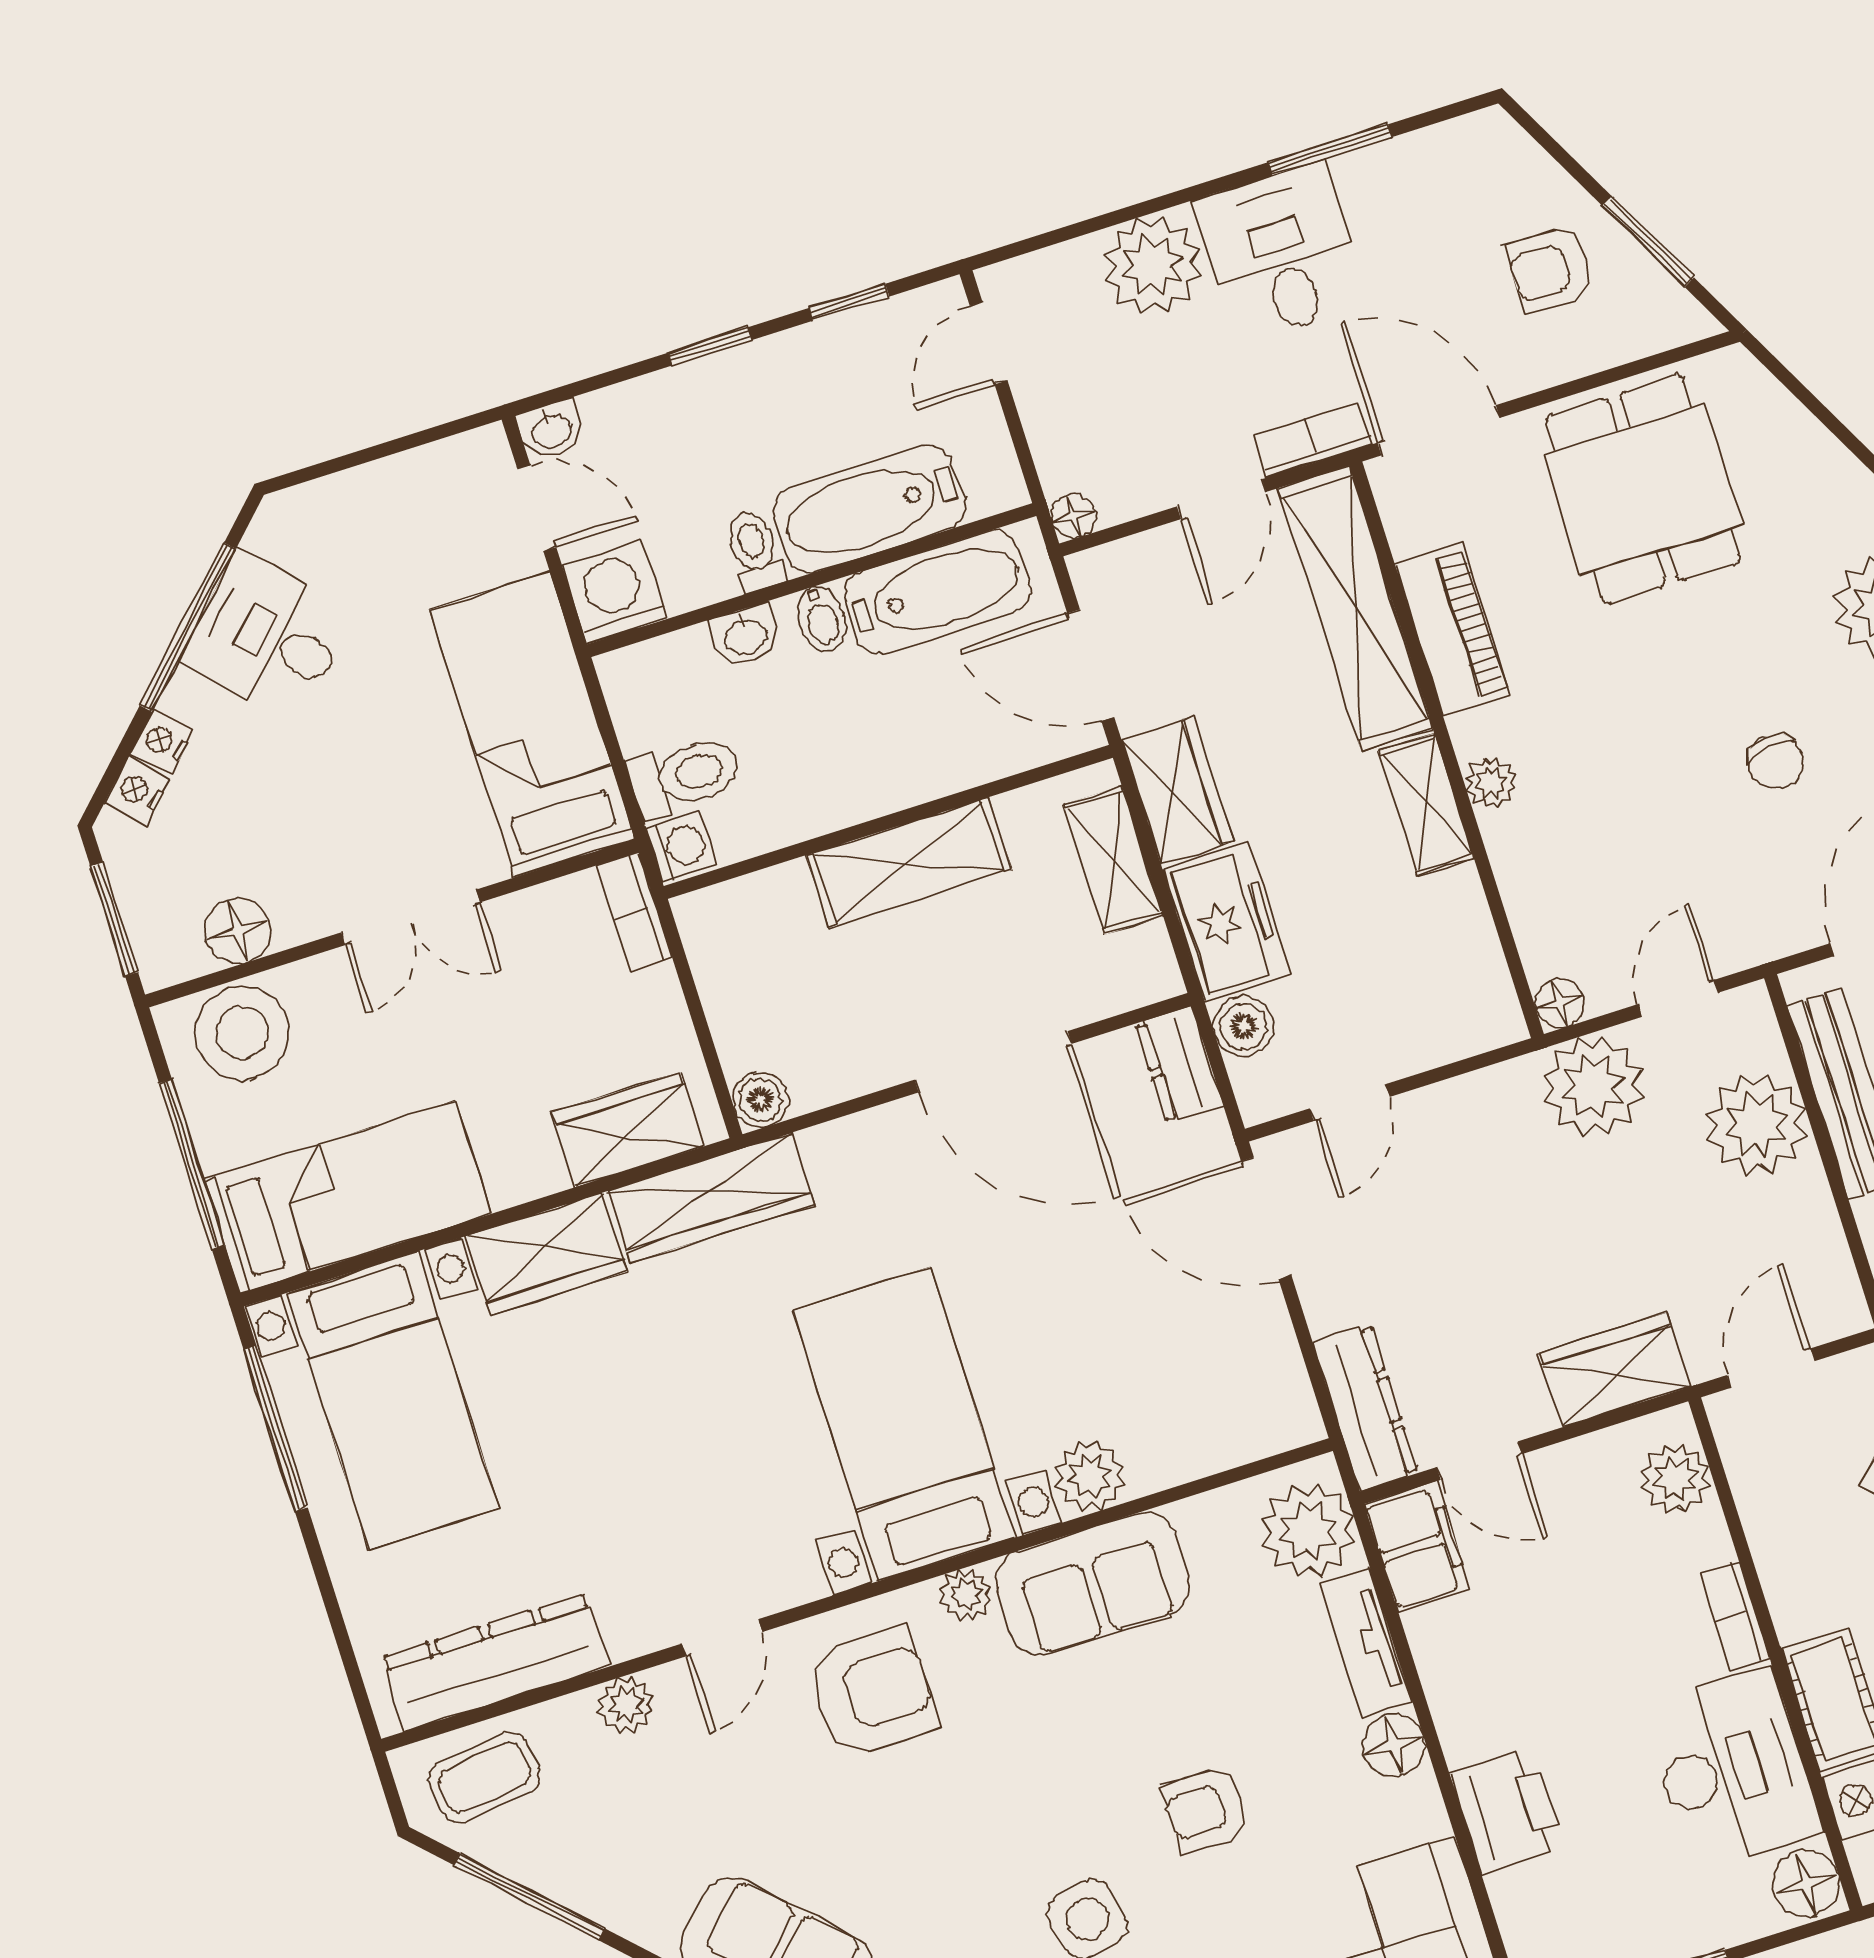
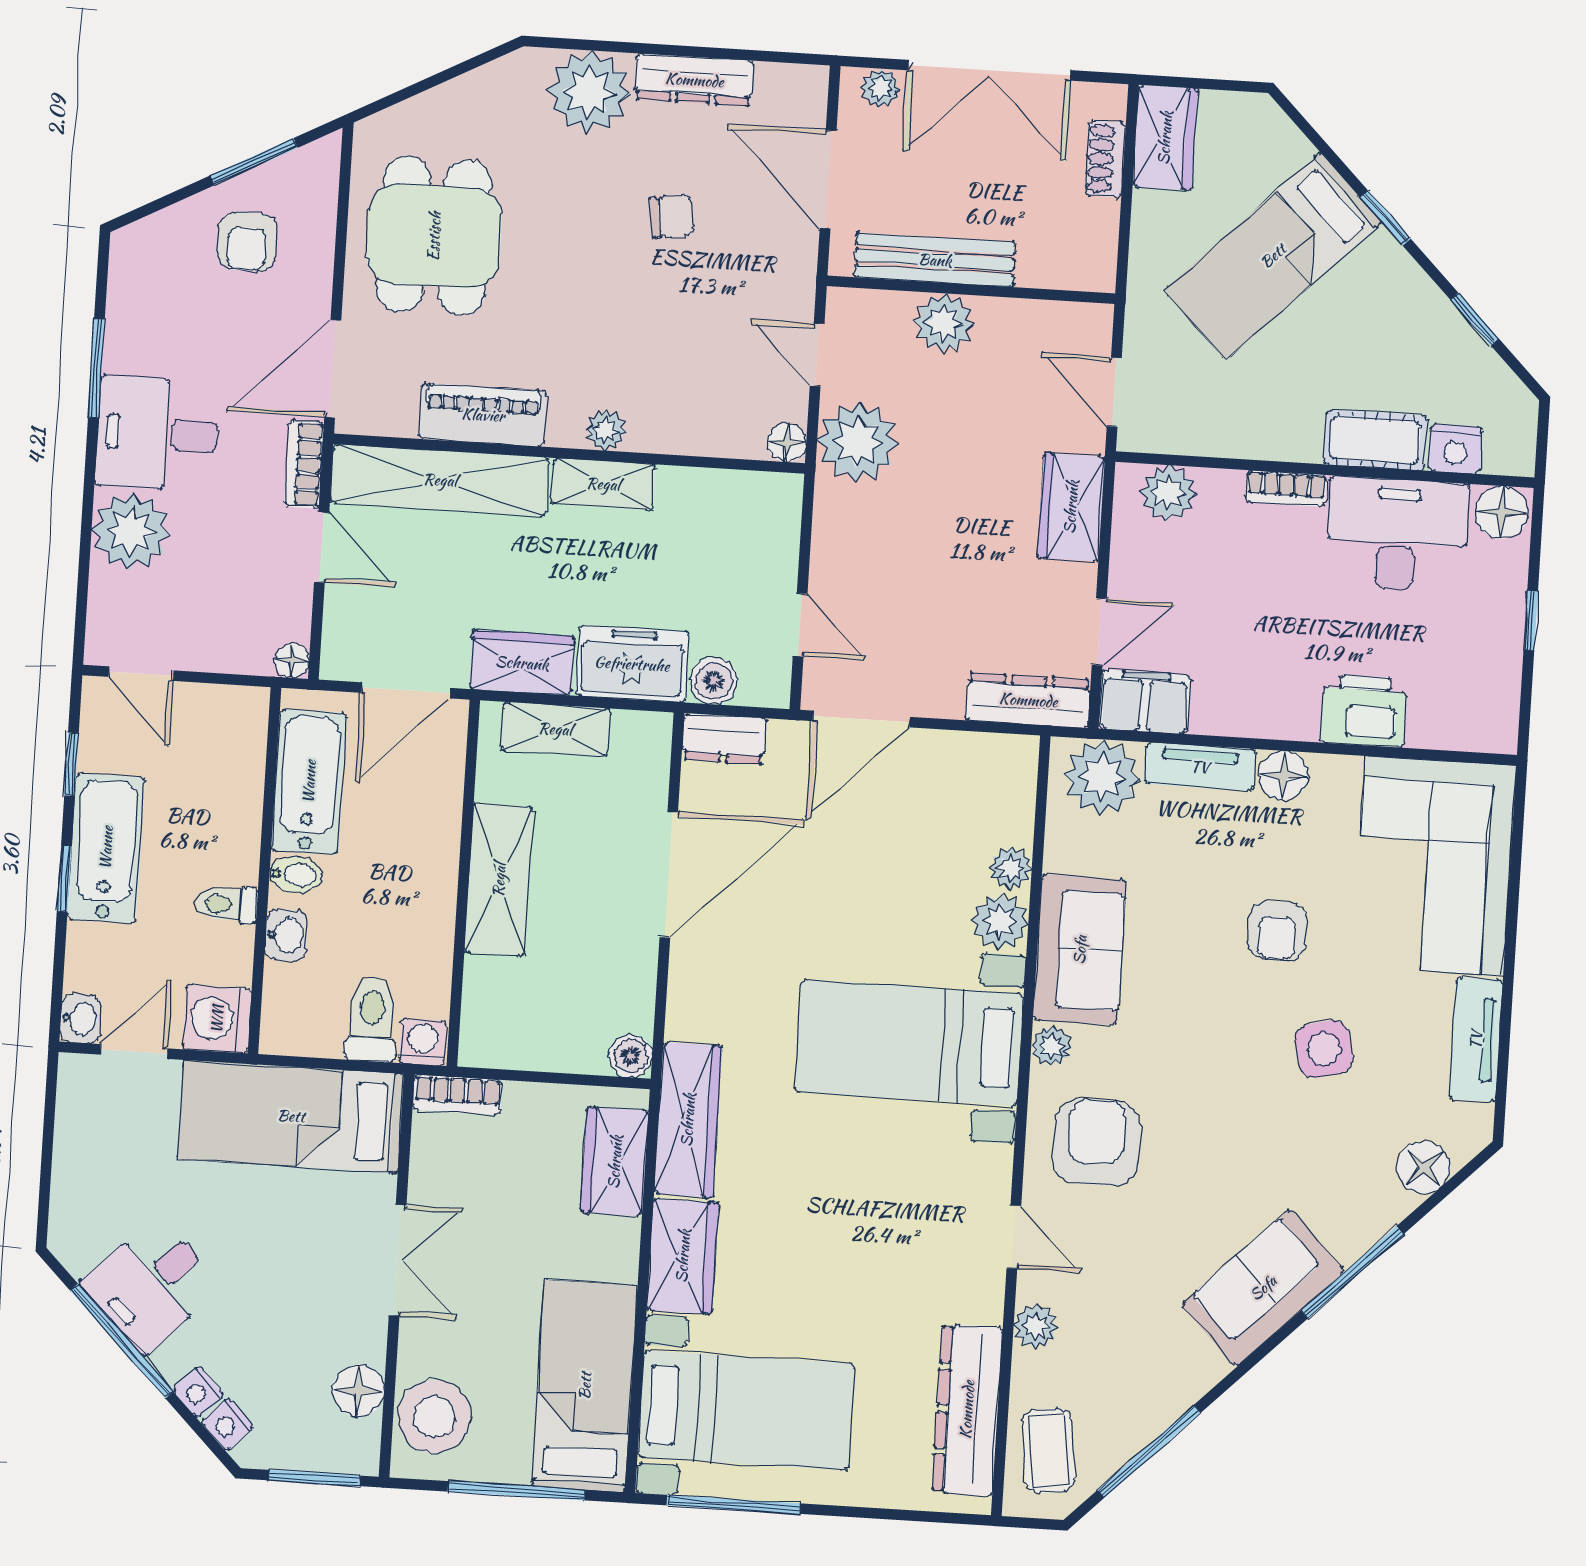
dining table: (1643, 489) -> (434, 236), turned 90
bathtub: (870, 509) -> (106, 848), moved, turned 180
plant: (1756, 1125) -> (944, 323), width x0.73, depth x0.73
plant: (1158, 1464) -> (1011, 868), added

